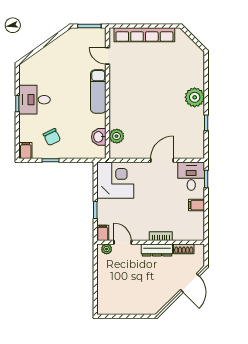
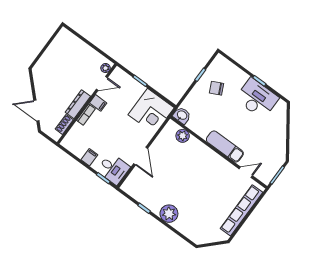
desk: (34, 100) -> (257, 98), width x1.37
washbasin: (99, 137) -> (182, 115), moved
filing cabinet: (26, 150) -> (221, 62), removed
filing cabinet: (103, 233) -> (98, 103), moved

